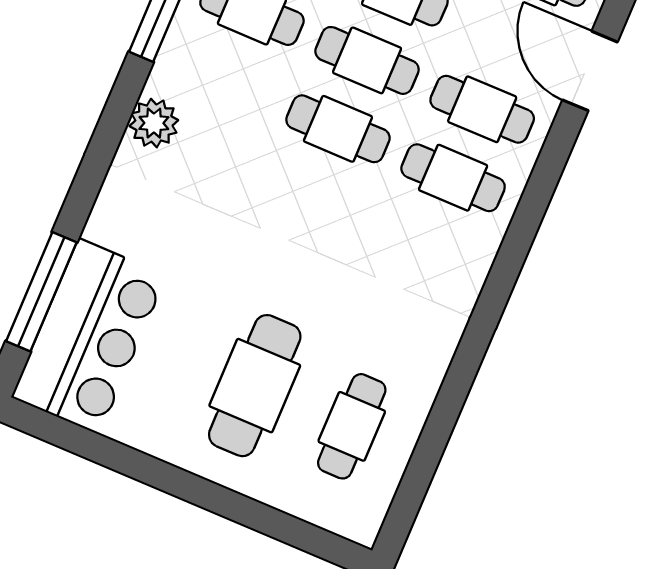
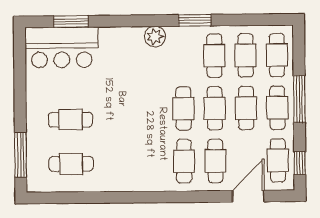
window: (41, 292) -> (71, 21), width x0.69
cafe table: (255, 386) -> (70, 120), width x0.73, depth x0.74
window: (284, 527) -> (21, 155), added

